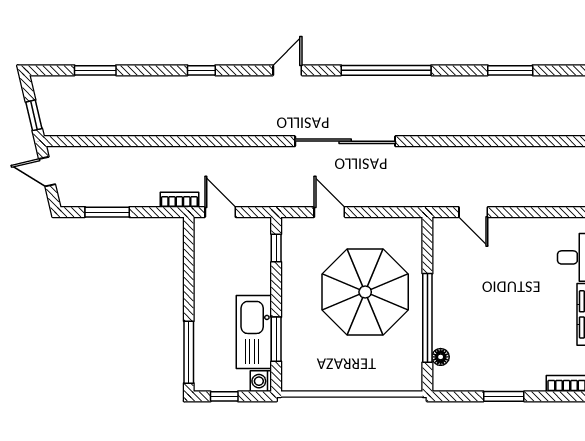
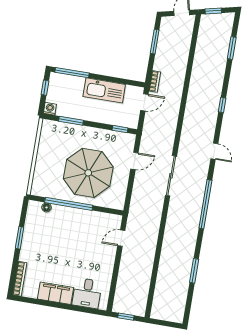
sliding door: (345, 141) -> (171, 176), width x0.73
kitchen sink: (254, 332) -> (104, 90), moved, turned 180

